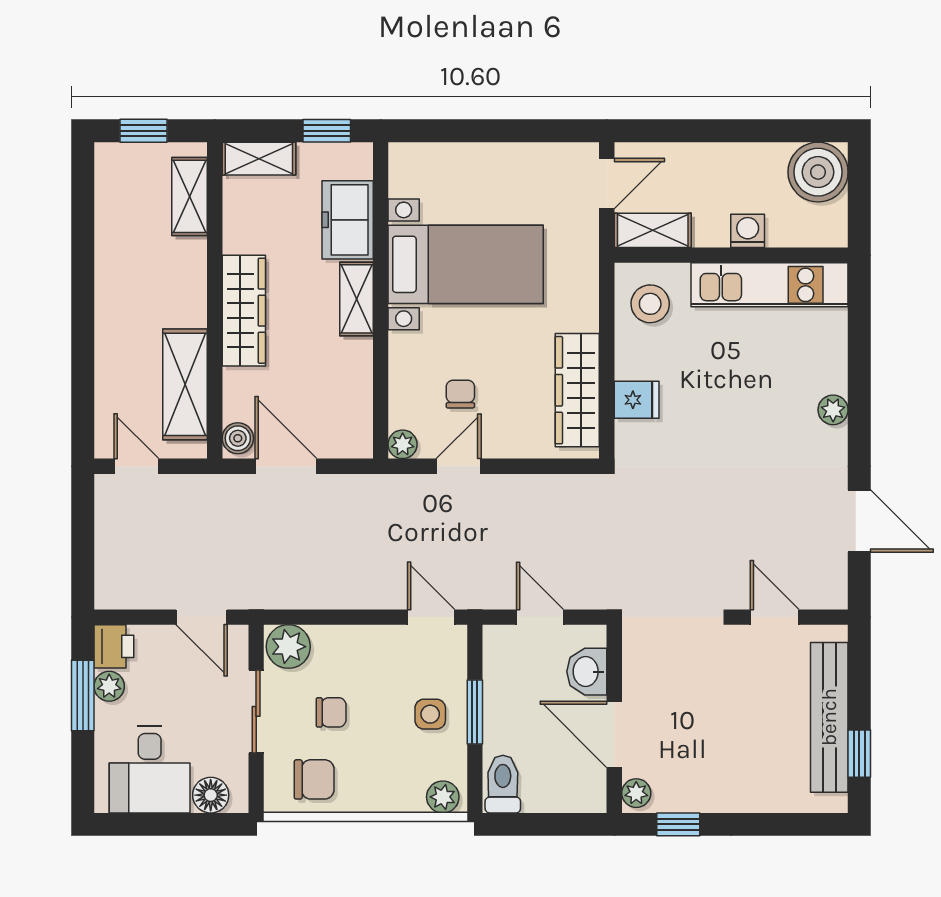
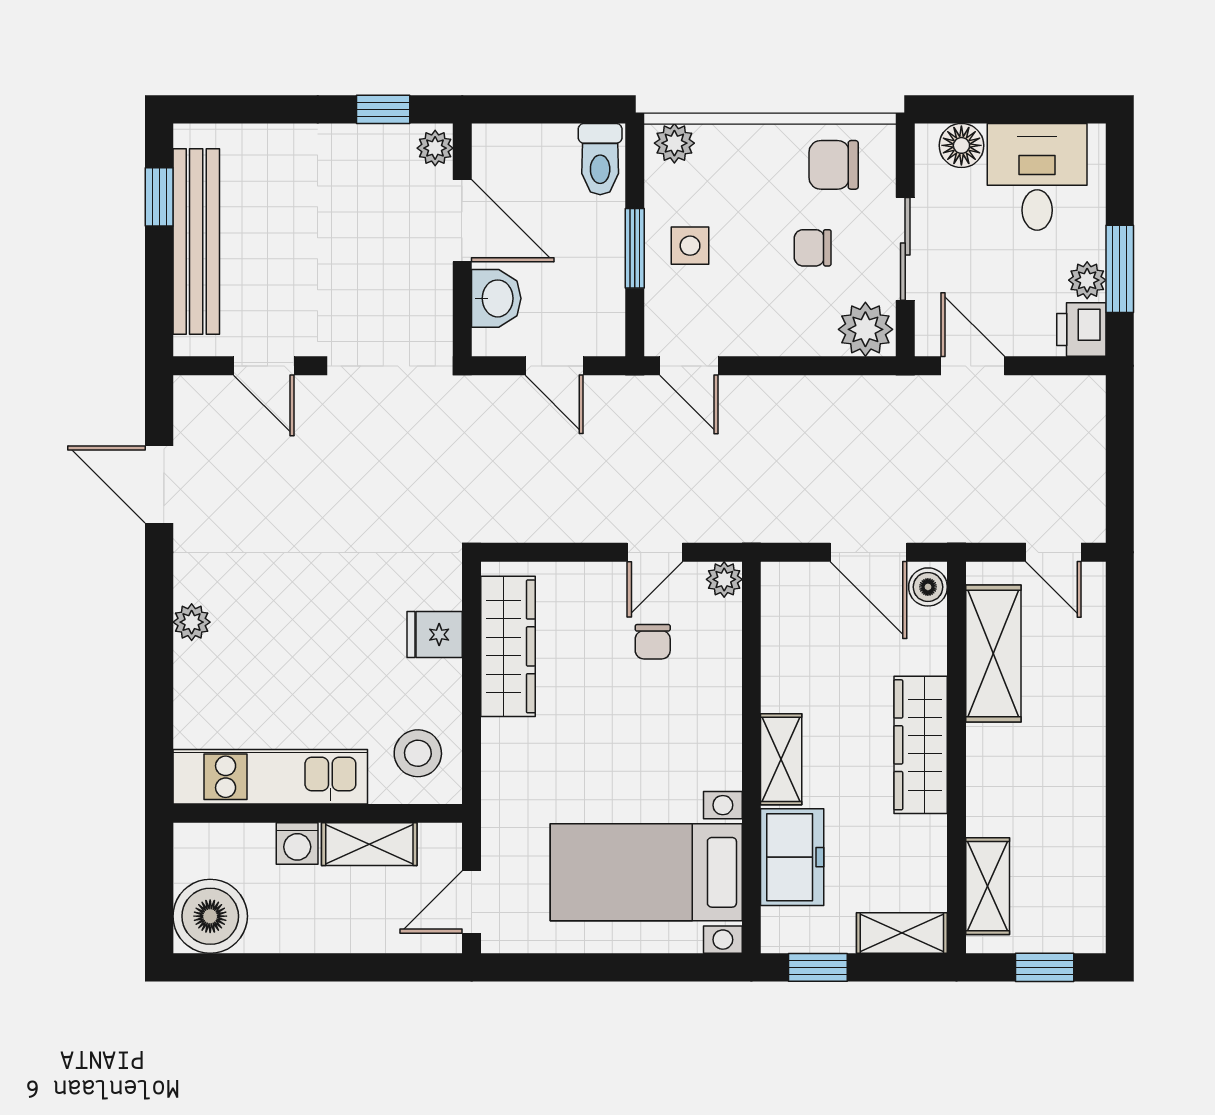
shelving: (653, 230) -> (369, 844), moved
bed with nightstands: (466, 264) -> (646, 872), moved

